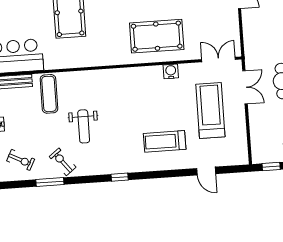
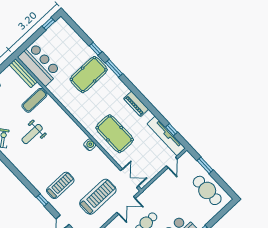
water cooler: (171, 71) -> (90, 145), moved
treadmill: (165, 141) -> (60, 185), turned 90
window: (120, 177) -> (42, 200), moved

